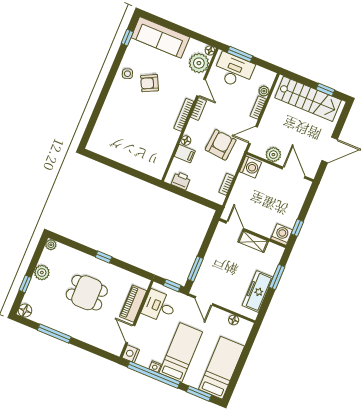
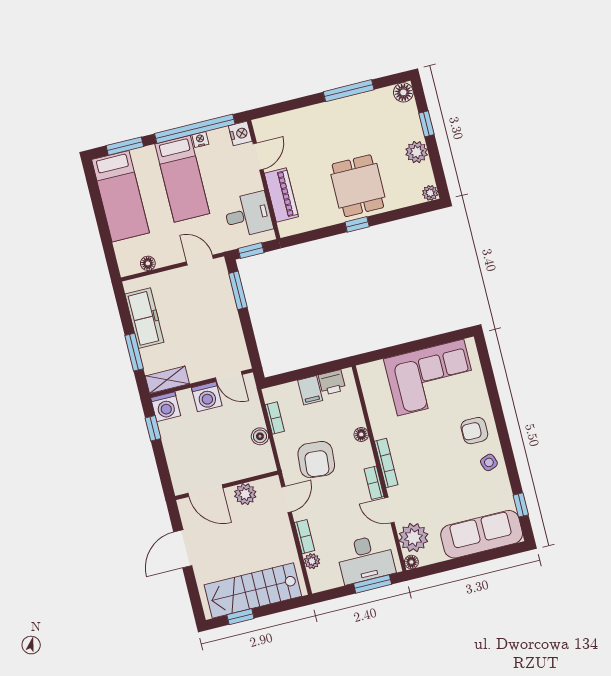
armchair: (150, 83) -> (474, 431), moved, turned -153
corner sofa: (125, 144) -> (431, 378), added
filing cabinet: (185, 154) -> (310, 390), moved, turned -90
washing machine: (250, 167) -> (207, 397), moved, turned -90
boiler: (242, 180) -> (260, 436), added
shelving: (253, 242) -> (167, 380), moved
dining table: (87, 293) -> (358, 186), moved, turned 90
door: (130, 334) -> (258, 157), hinge flipped

